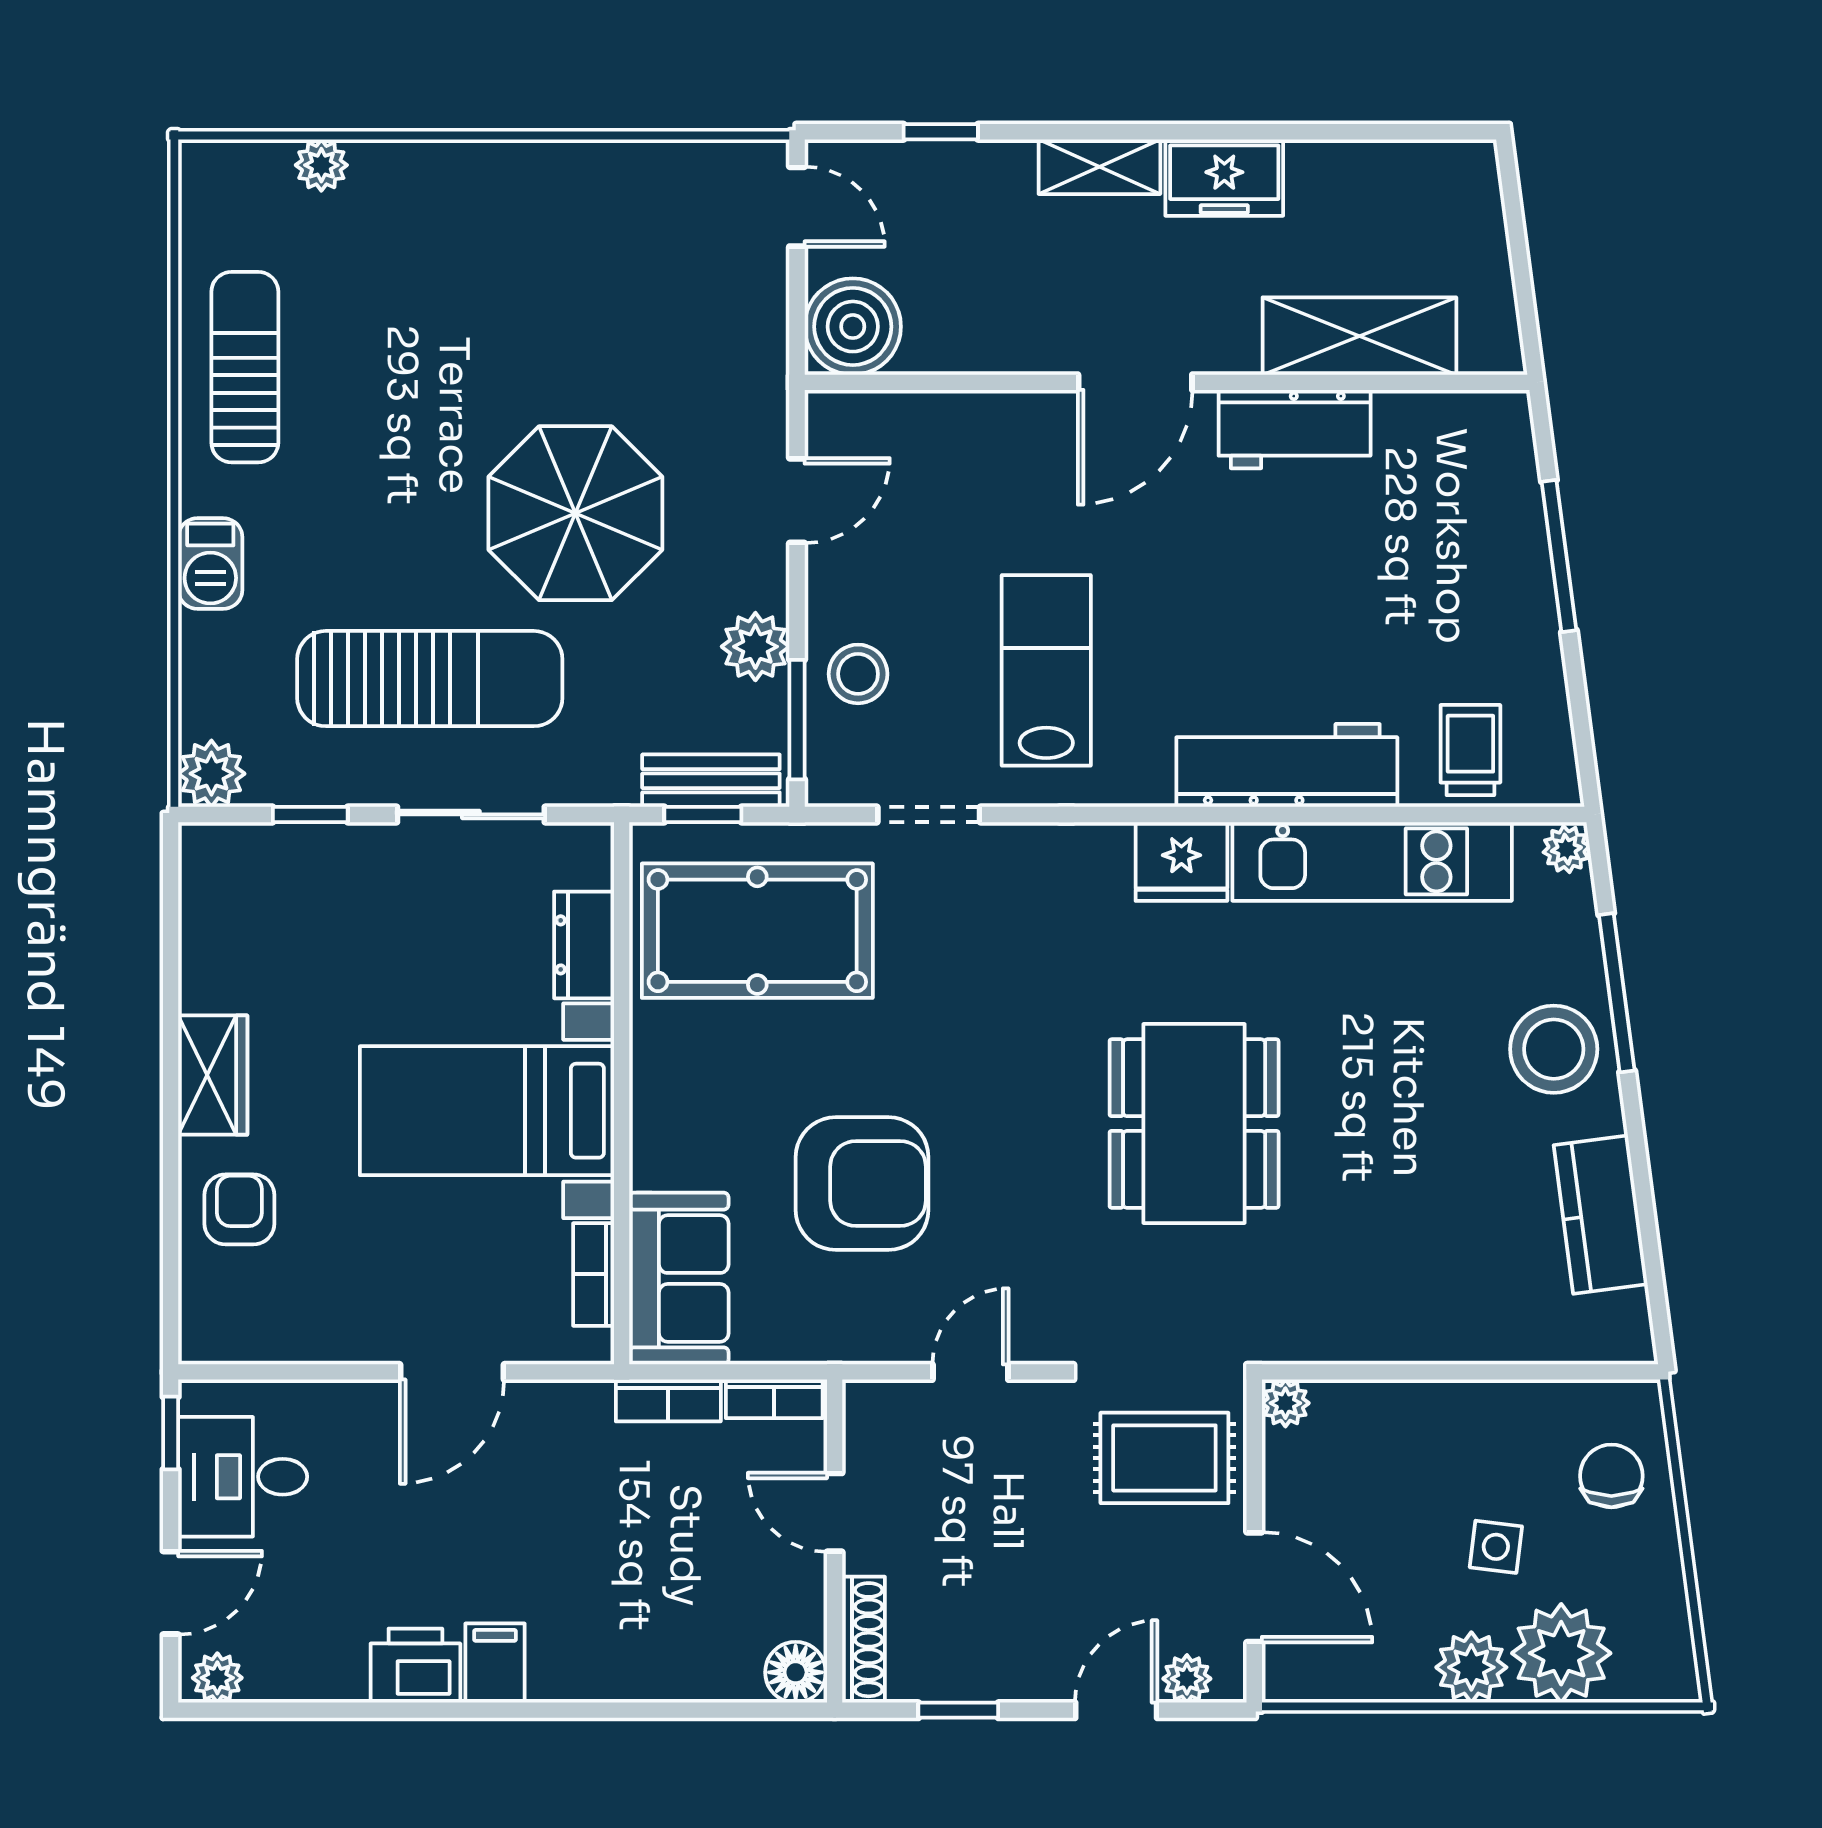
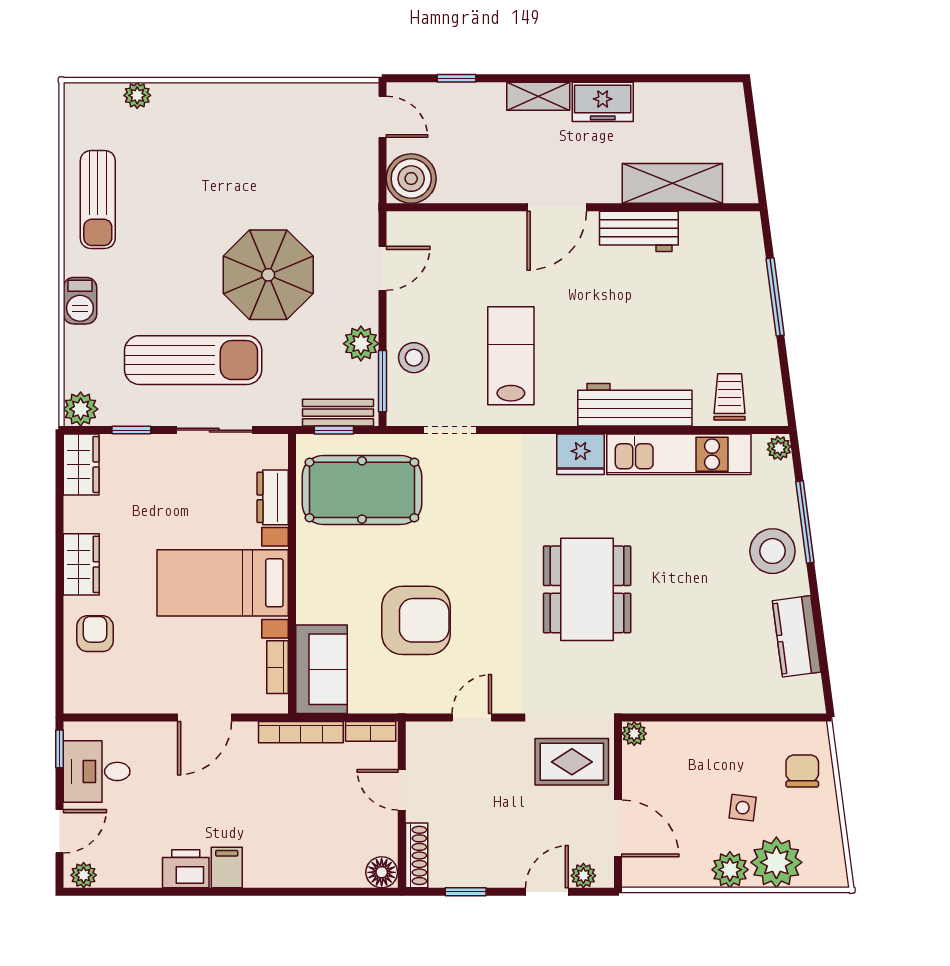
sun lounger: (245, 367) -> (98, 200), turned 180
wardrobe: (213, 881) -> (81, 465), added
bookcase: (668, 1400) -> (301, 732), width x1.56

